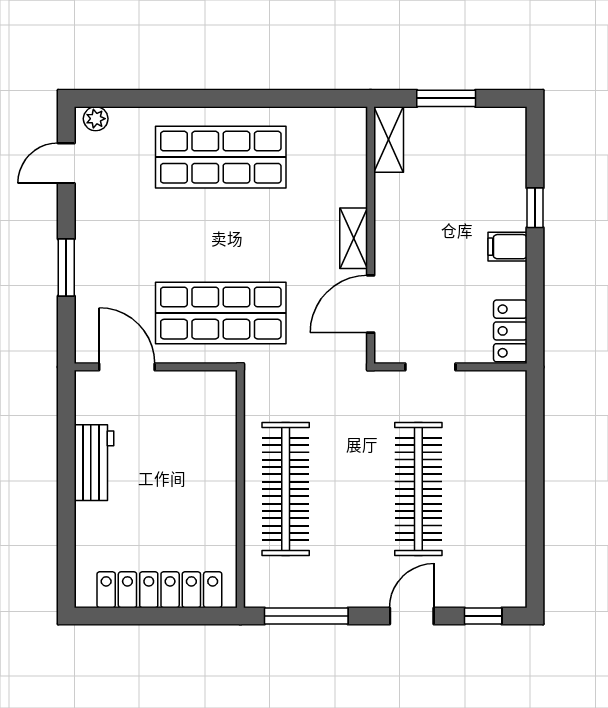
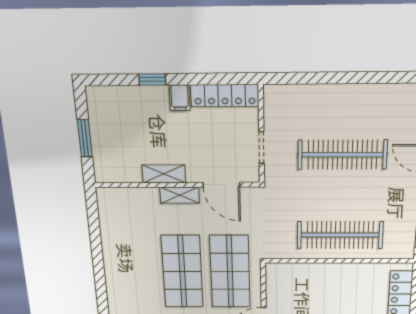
shelving: (389, 139) -> (164, 174), moved
shop shelf: (221, 157) -> (182, 271), moved
locker: (510, 331) -> (225, 96), width x1.53

